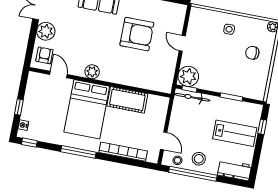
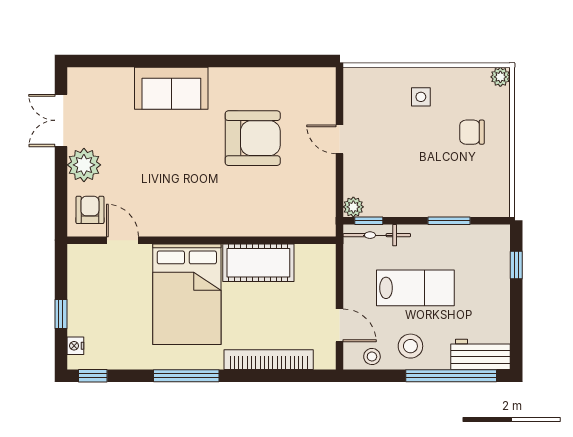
plant: (92, 72) -> (183, 223), removed
plant: (188, 76) -> (353, 207), width x0.53, depth x0.53
lab bench: (235, 133) -> (415, 288), moved
window: (193, 174) -> (451, 376), moved

